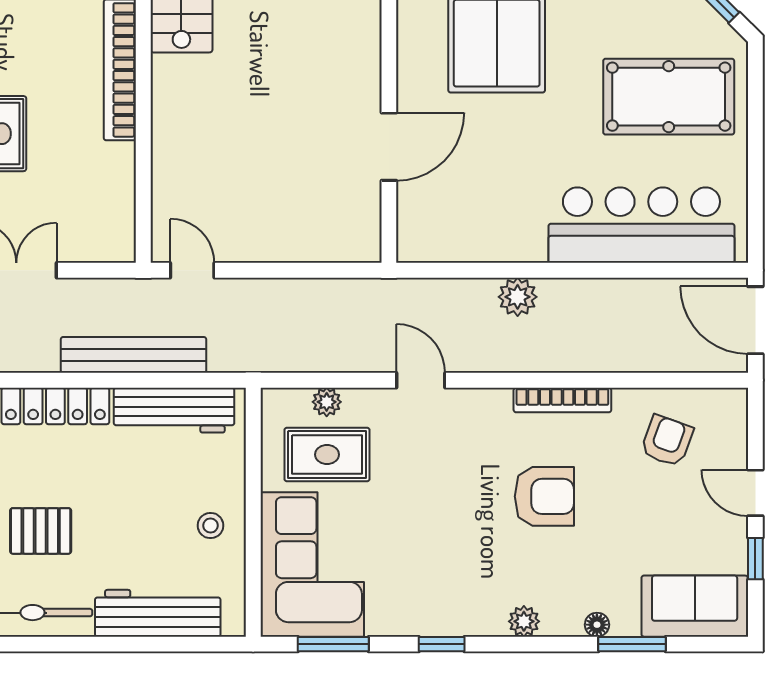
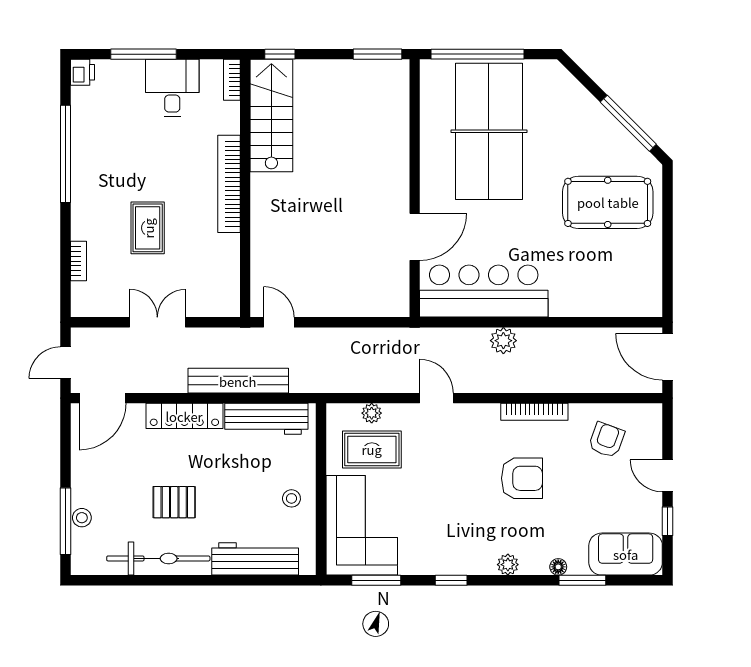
bar counter: (641, 225) -> (484, 291), moved

